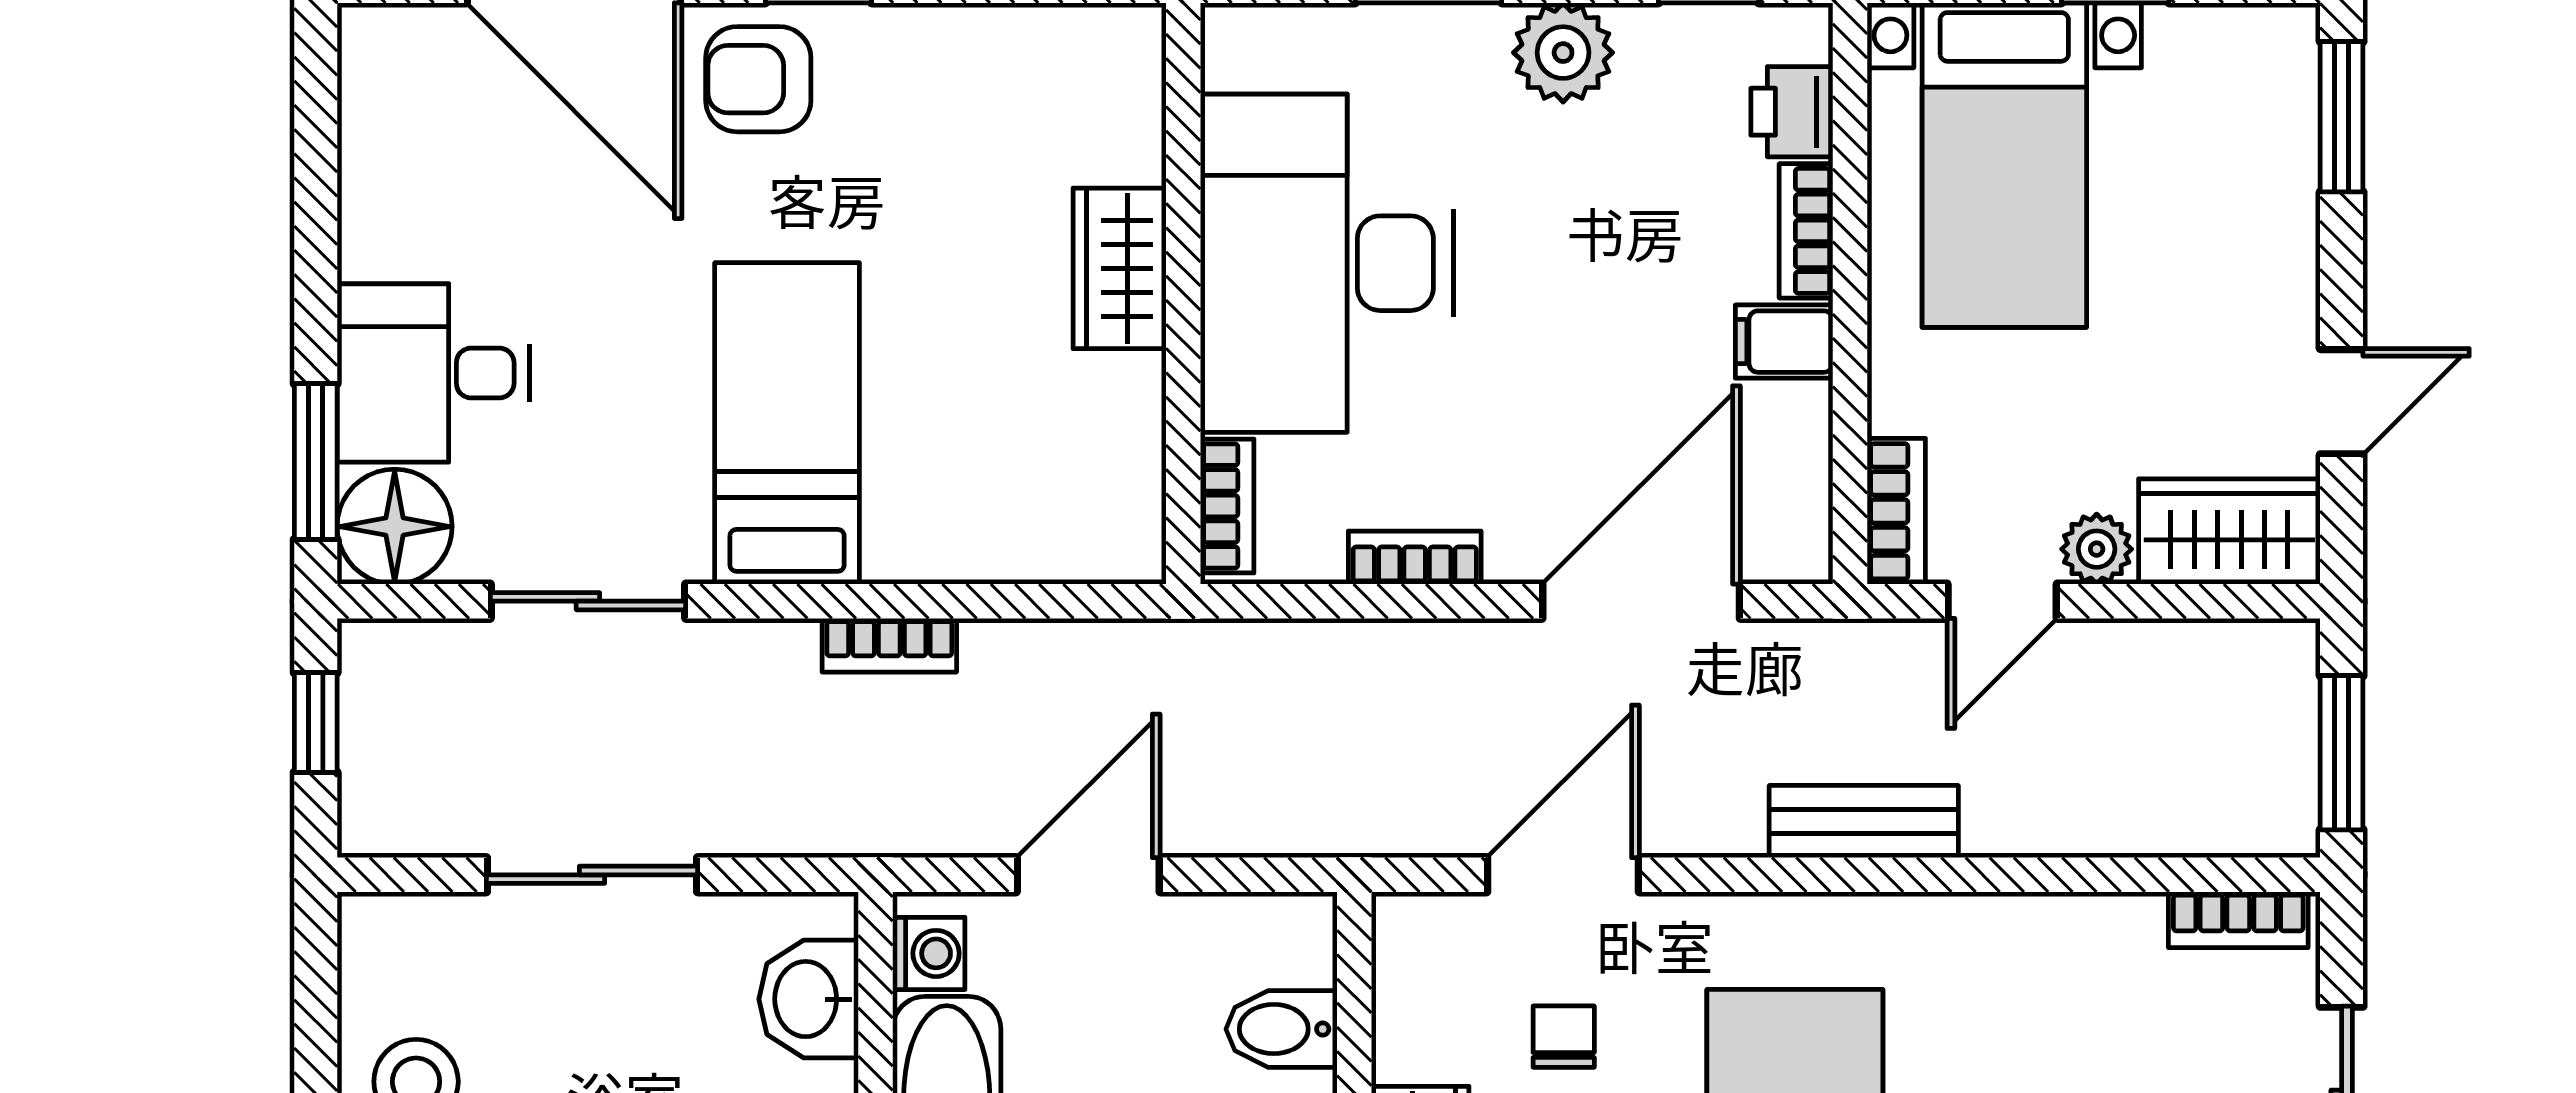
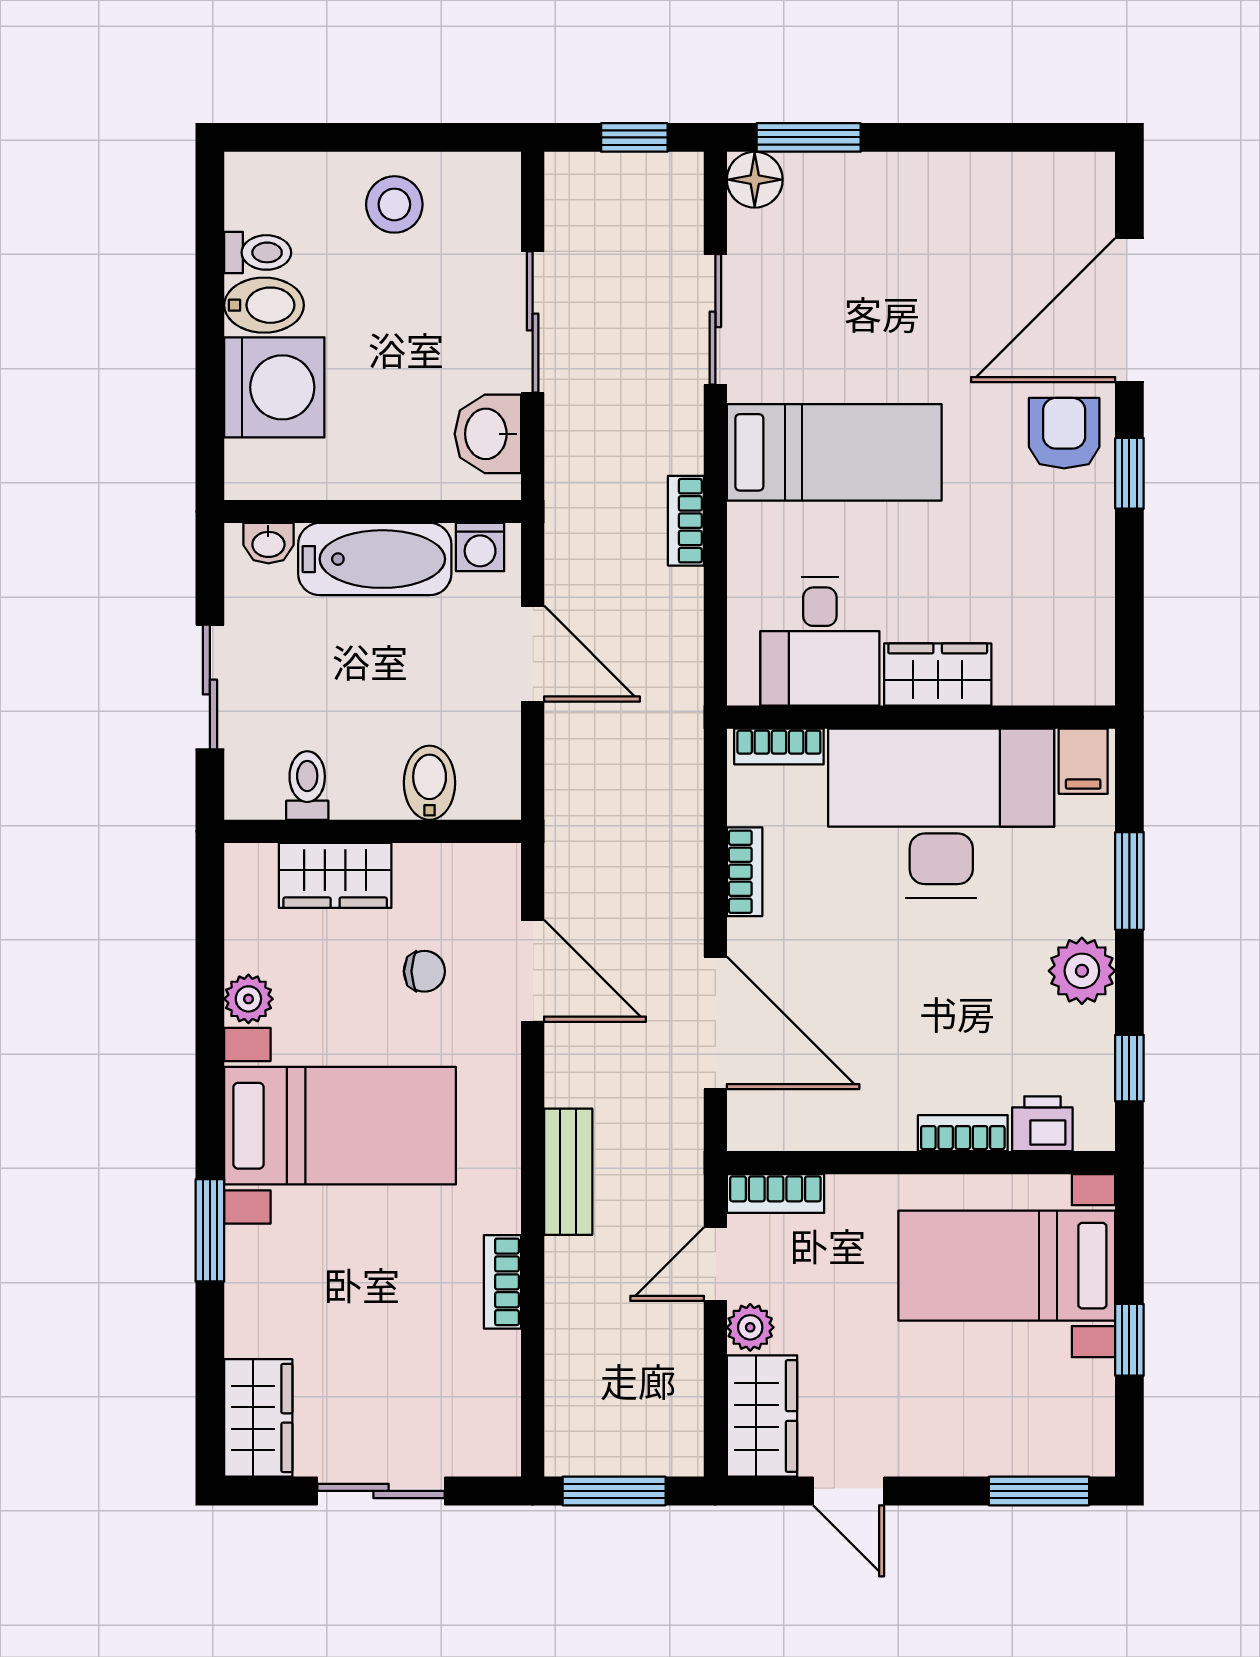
filing cabinet: (1784, 342) -> (1083, 761), moved, turned 180
desk: (433, 373) -> (820, 641), moved, turned 180
floor lamp: (395, 527) -> (755, 180), width x0.73, depth x0.73
door: (2002, 601) -> (715, 1264), hinge flipped
bookcase: (2238, 920) -> (503, 1282), moved
washbasin: (809, 999) -> (488, 434), moved, turned -90

